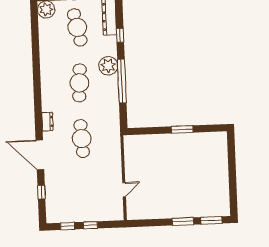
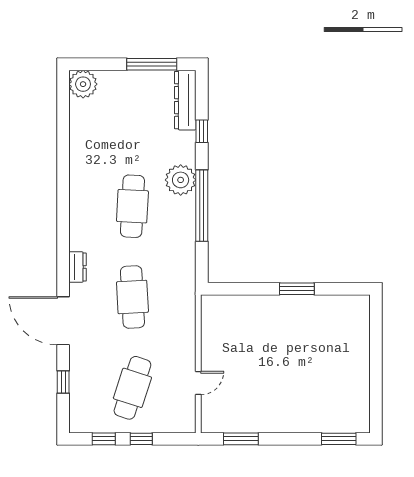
cafe table: (77, 27) -> (132, 388), moved, turned 30
window: (183, 221) -> (241, 439), moved

